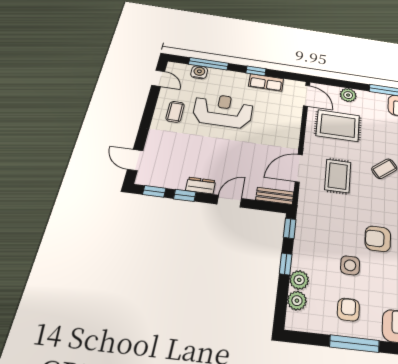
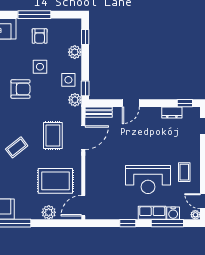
plant: (172, 67) -> (195, 215), added
row of seats: (266, 83) -> (152, 213), moved
door: (307, 96) -> (83, 206), hinge flipped
dresser: (201, 185) -> (172, 113), moved
window: (185, 195) -> (163, 103), removed
side table: (312, 243) -> (68, 80), added
window: (286, 264) -> (85, 37), moved
plant: (297, 301) -> (75, 100), moved

